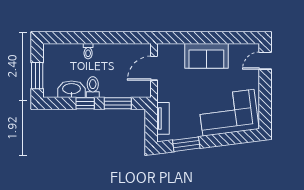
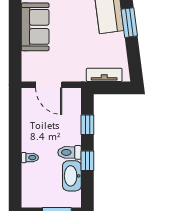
window: (118, 103) -> (87, 125), width x0.67
window: (186, 144) -> (129, 23), moved

